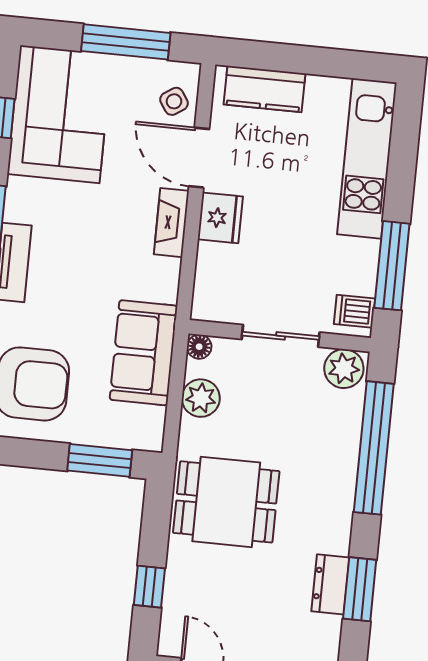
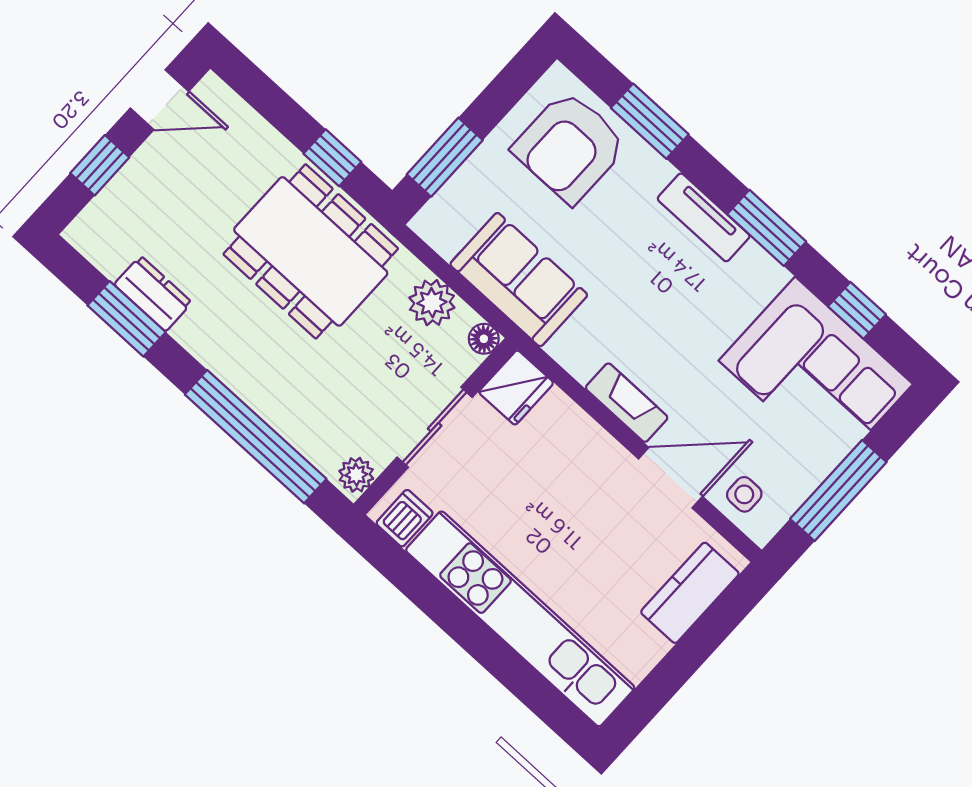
side table: (174, 101) -> (744, 494), turned 34
kitchen unit: (367, 158) -> (520, 619), width x1.36
fridge: (220, 218) -> (516, 387), moved, turned -90
window: (392, 266) -> (422, 588), removed
plant: (344, 369) -> (356, 475), width x0.73, depth x0.73
dining table: (226, 502) -> (311, 251), width x1.38
window: (149, 587) -> (332, 158), moved

